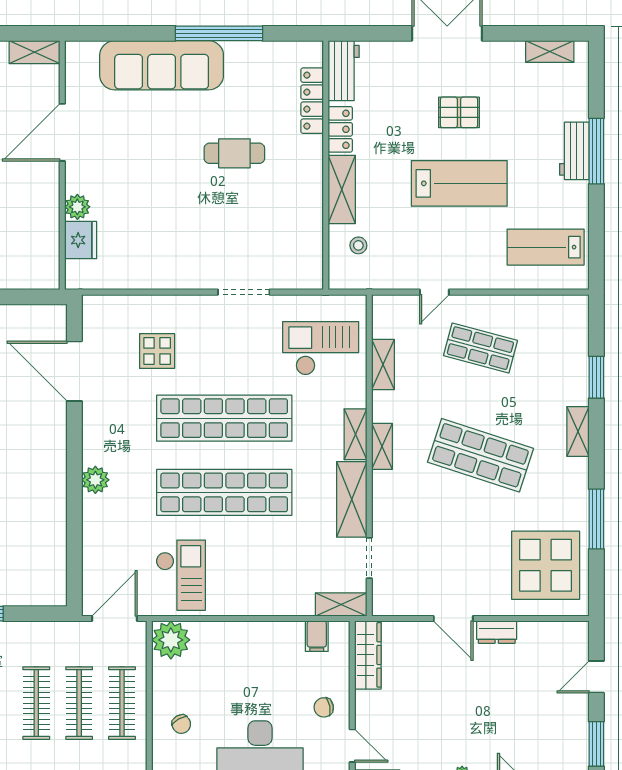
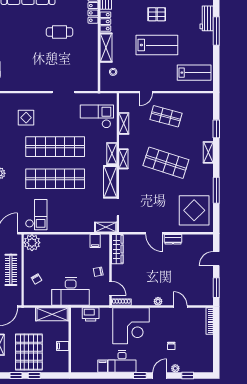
workbench: (574, 151) -> (207, 18), moved
lab bench: (546, 247) -> (194, 73), turned 180

